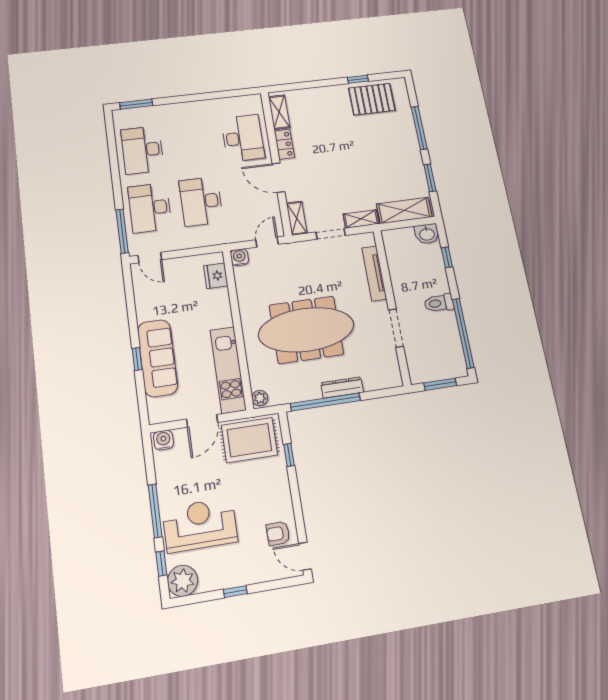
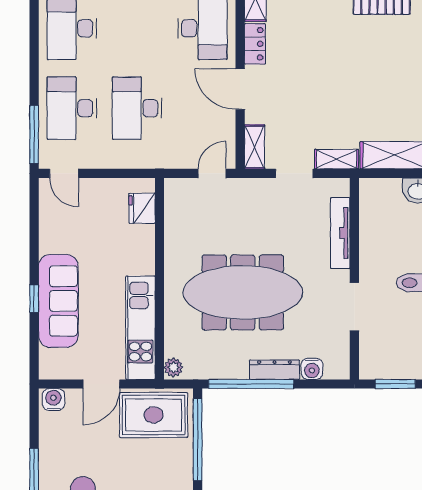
water cooler: (239, 257) -> (312, 369), moved, turned 180
window: (289, 455) -> (198, 440), width x3.17

